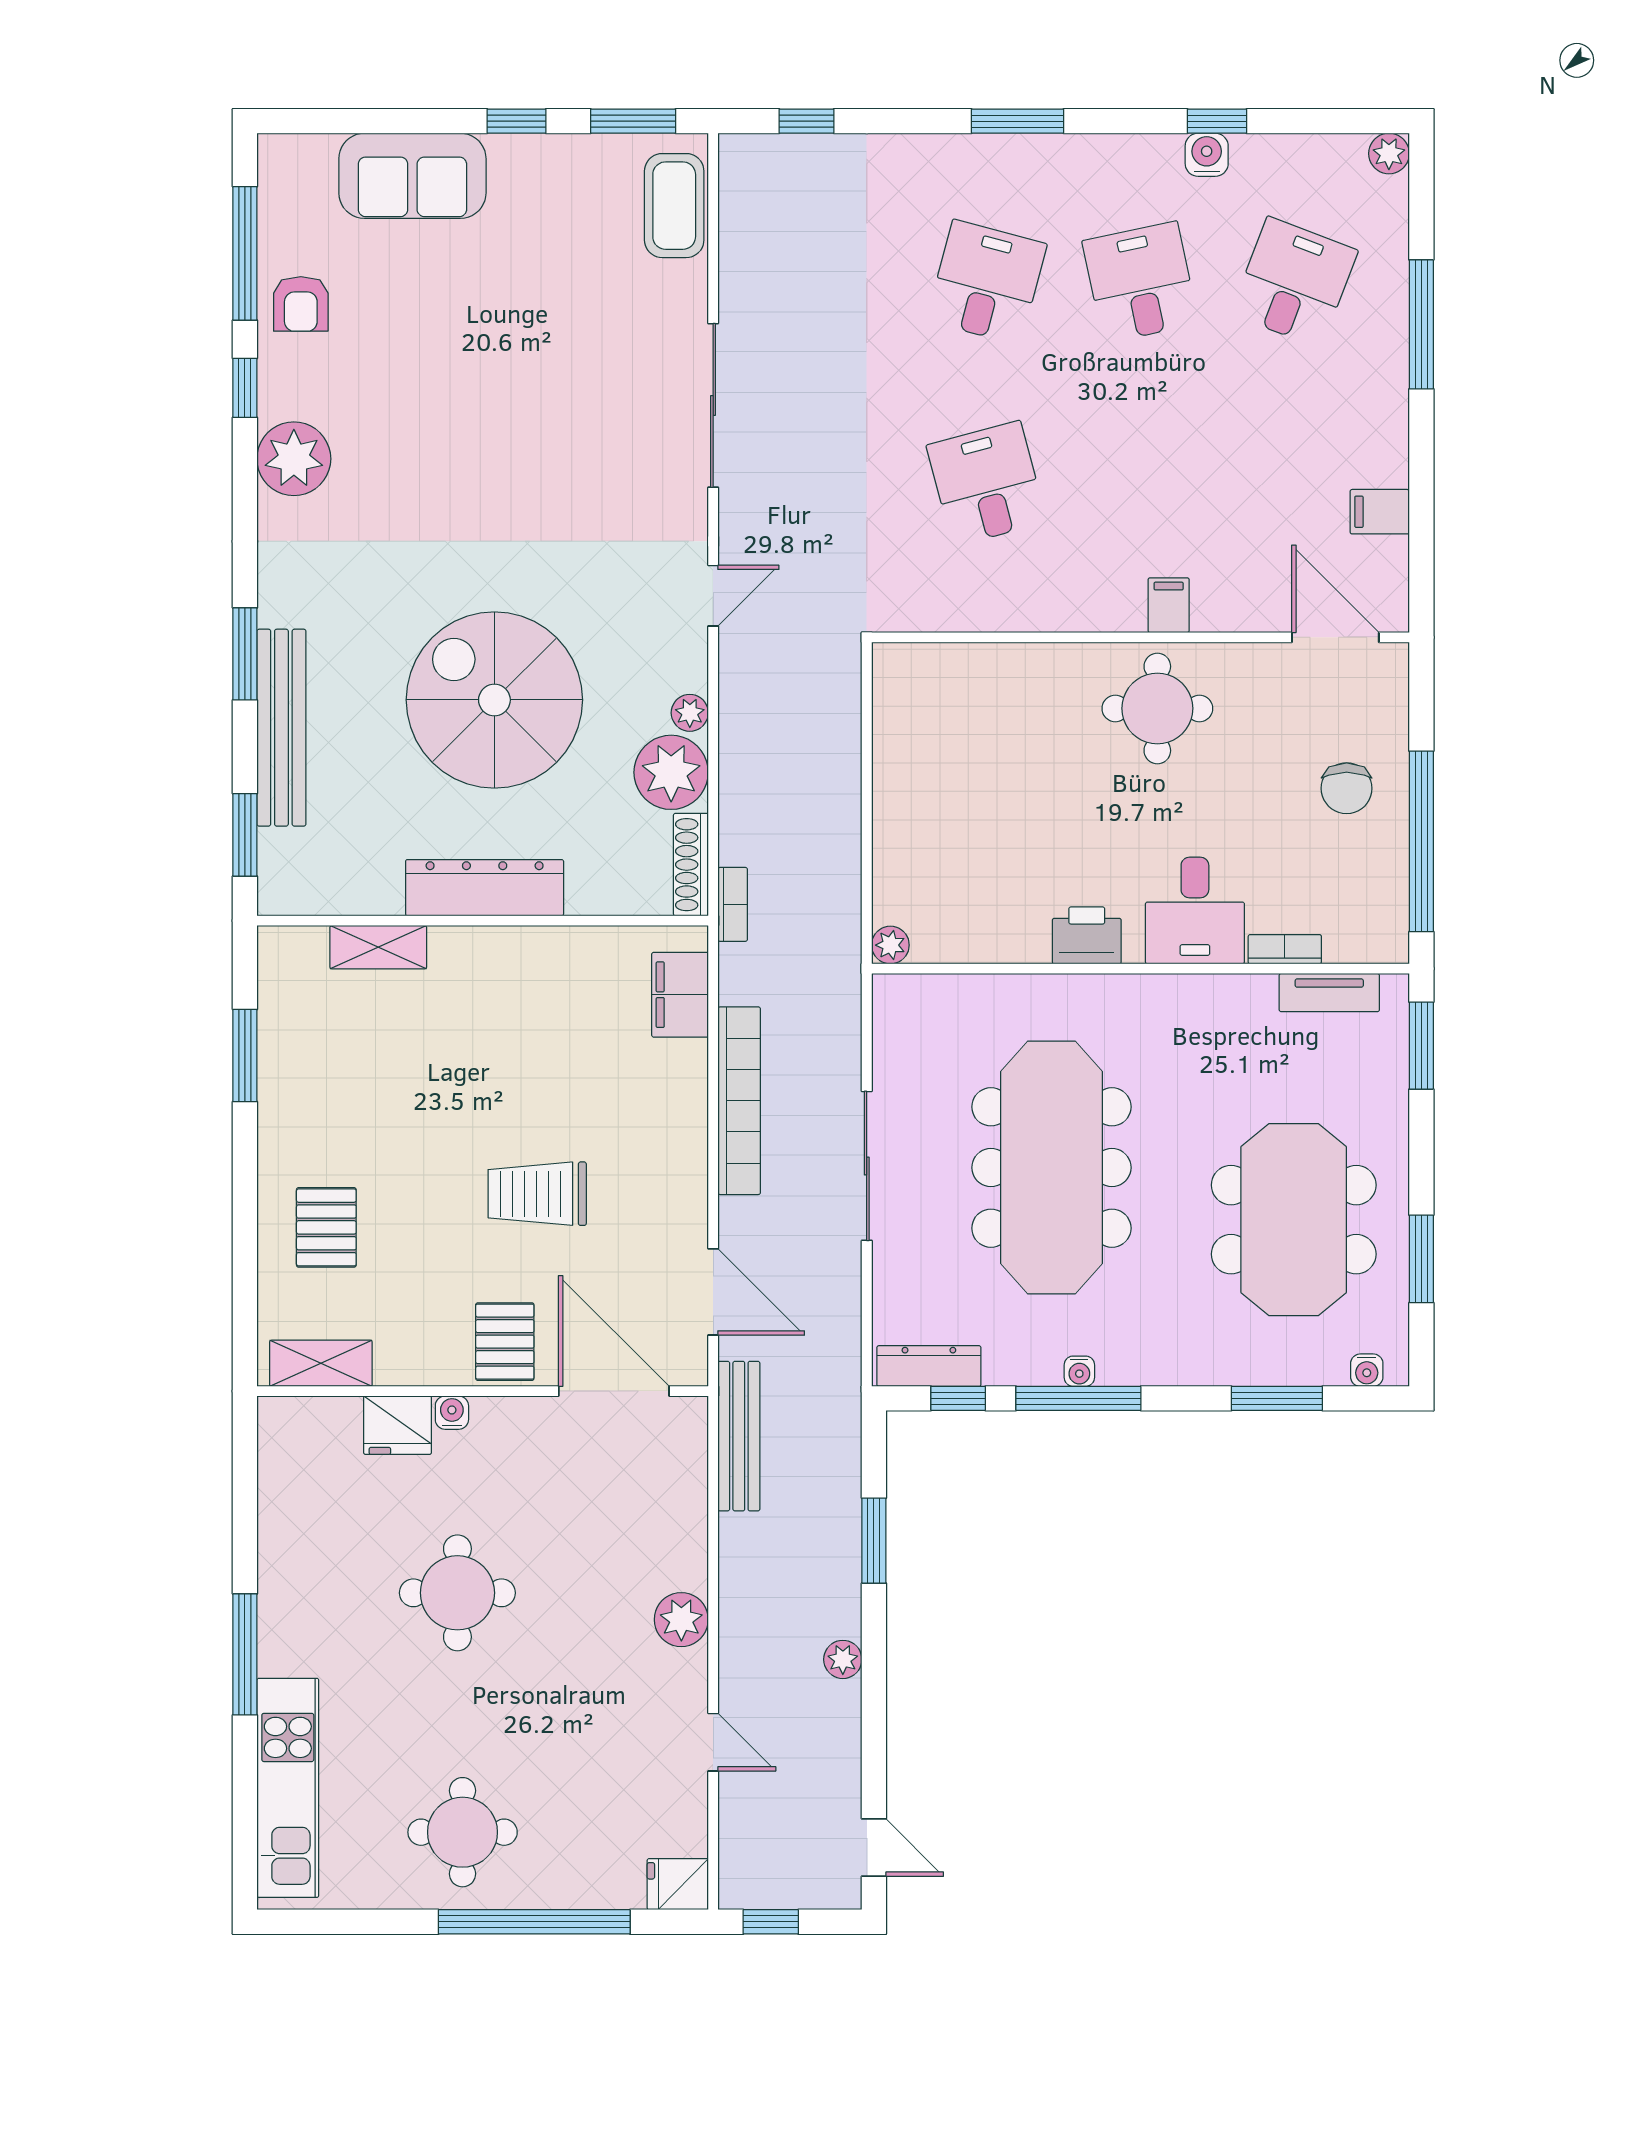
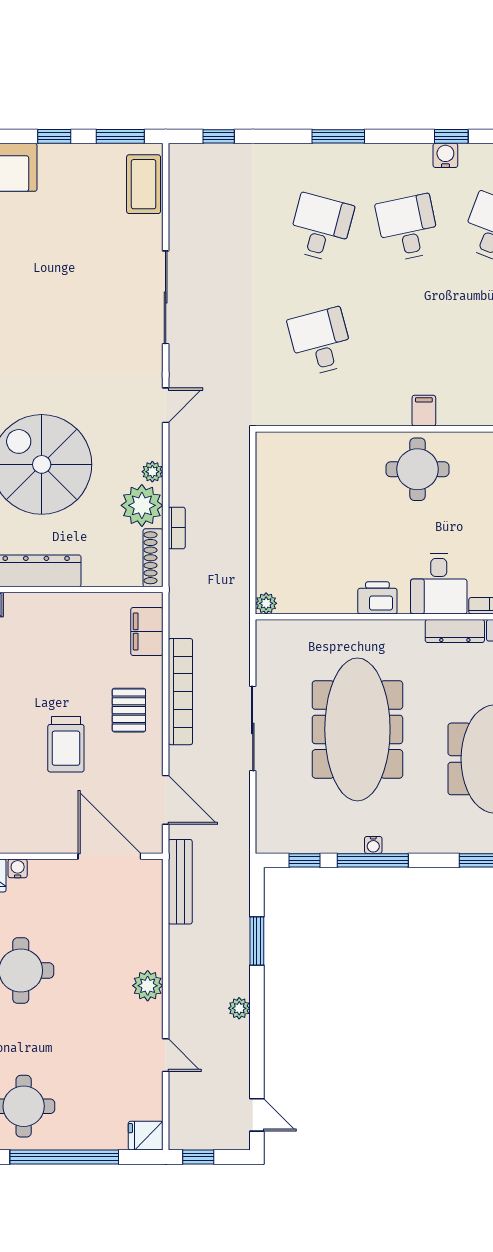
bookcase: (733, 904) -> (177, 528), moved
trolley: (537, 1194) -> (66, 744), turned -90
pallet: (505, 1342) -> (129, 710), moved
dresser: (929, 1366) -> (455, 631), moved, turned 180

